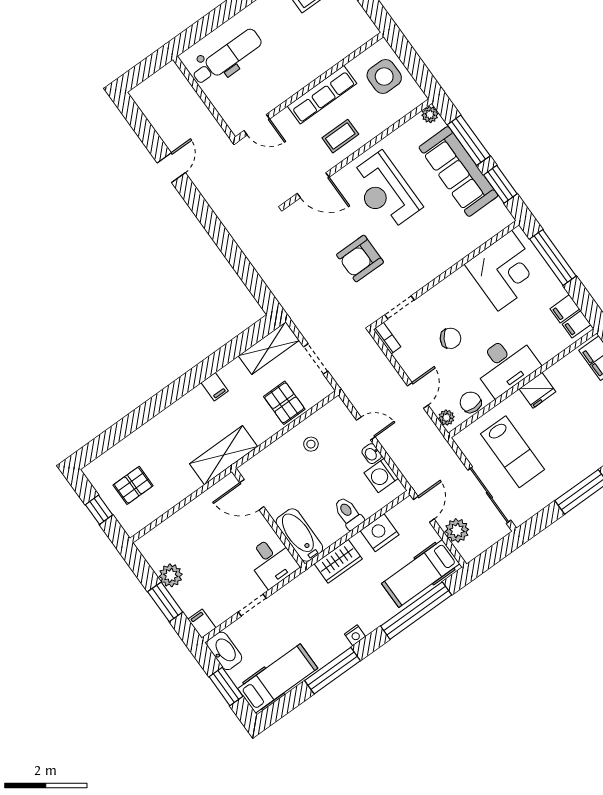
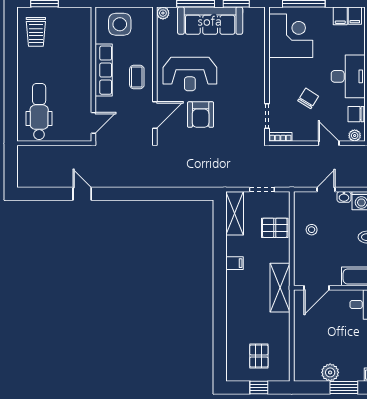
armchair: (360, 259) -> (201, 115), moved

